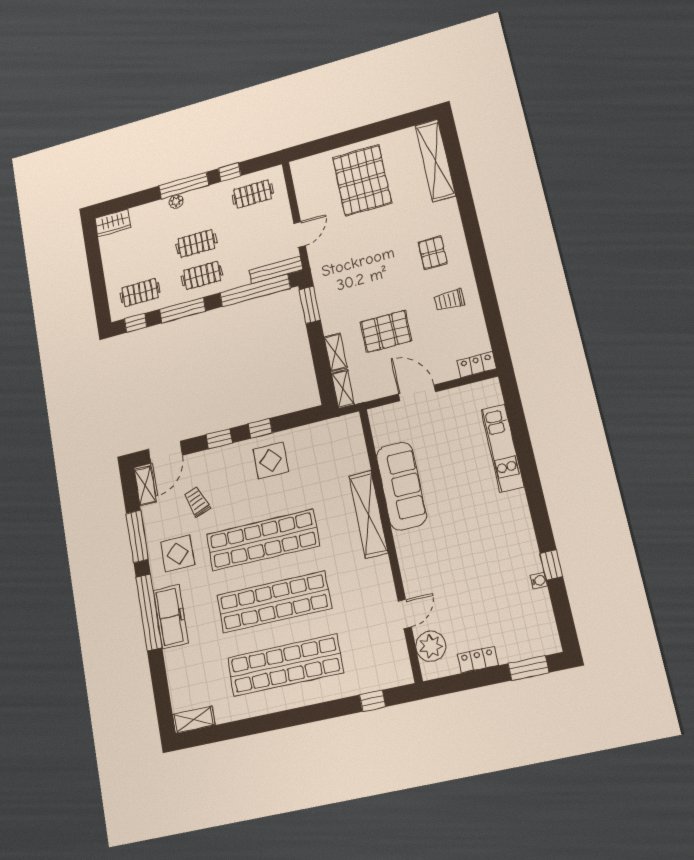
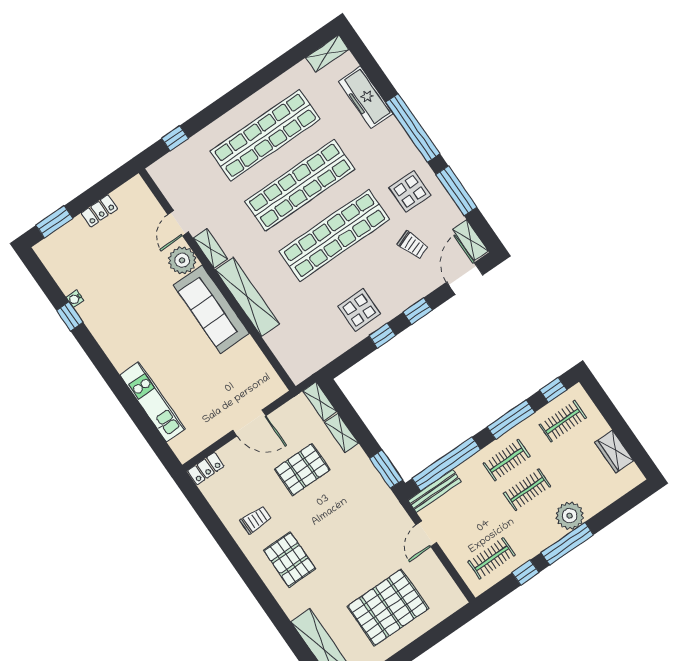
pallet: (362, 180) -> (388, 608), turned 90
plant: (176, 202) -> (570, 516), width x1.88, depth x1.88
wardrobe: (113, 223) -> (614, 451), moved, turned -90
pallet: (433, 253) -> (290, 559), width x1.50, depth x1.42
sofa: (401, 486) -> (211, 309), moved
shelving: (384, 576) -> (210, 248), added
freezer: (171, 617) -> (366, 97), moved
plant: (431, 646) -> (182, 260), moved

